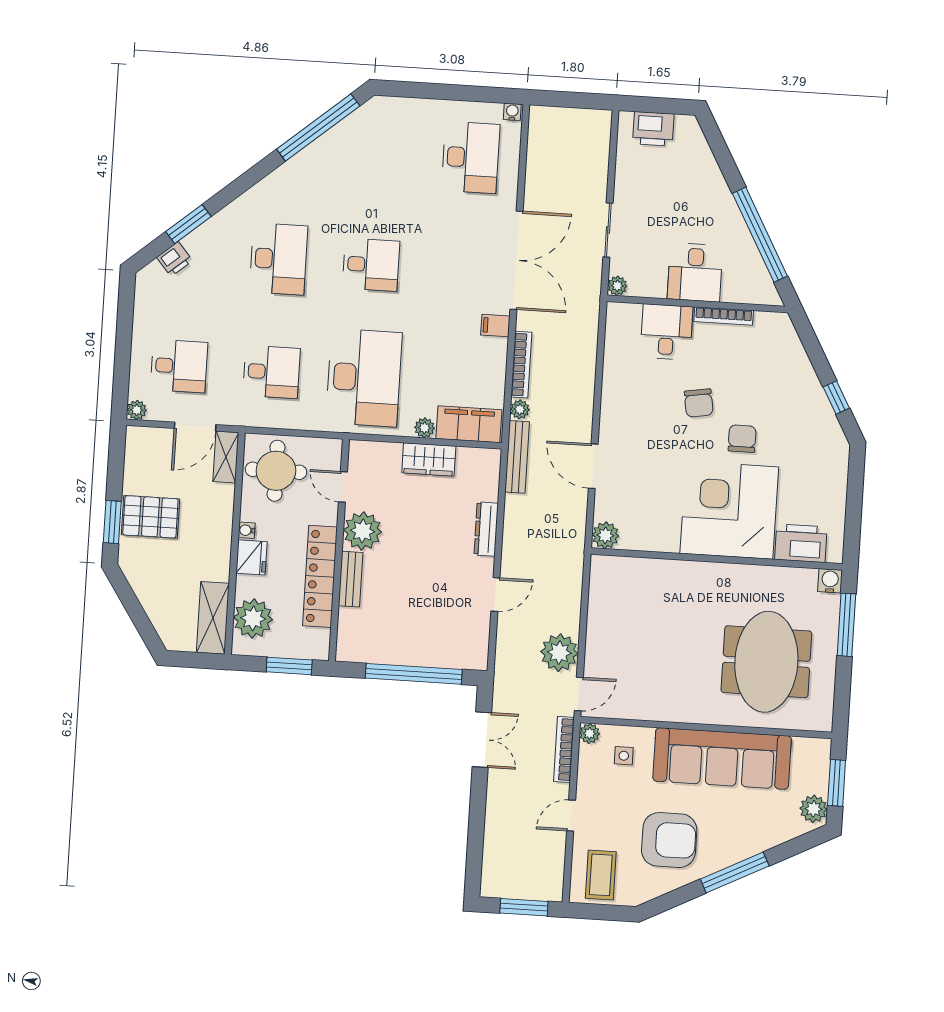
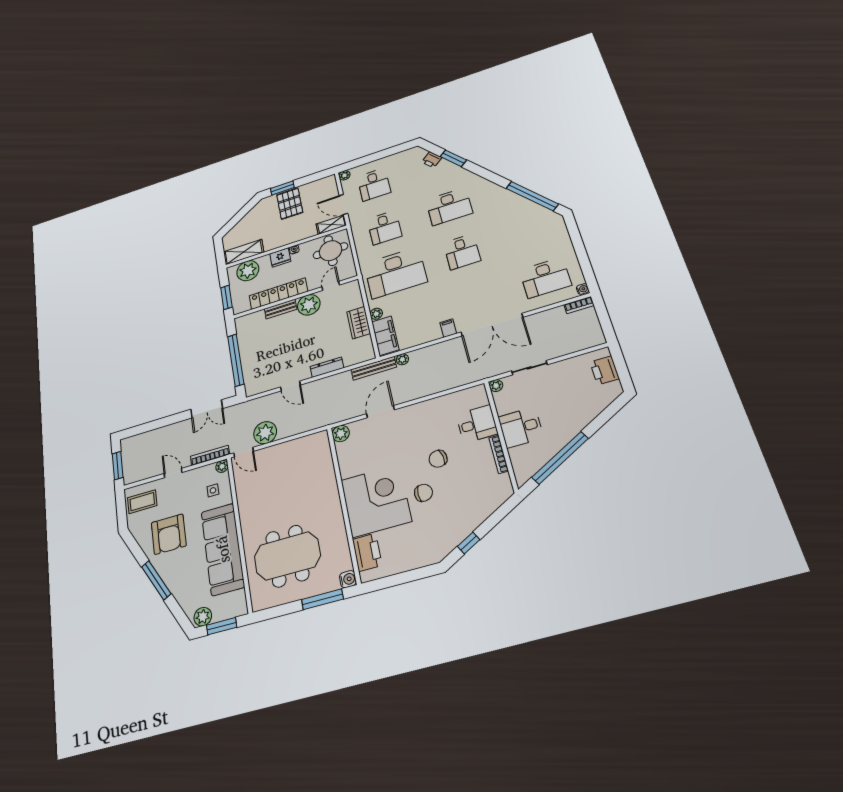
bookcase: (521, 365) -> (579, 305), moved, width x0.64

